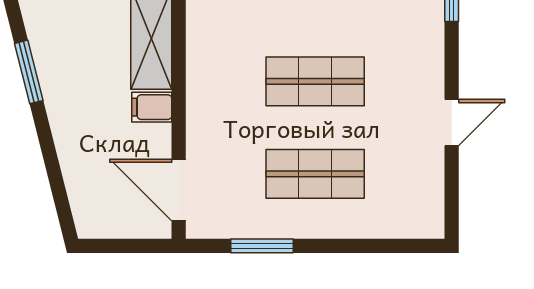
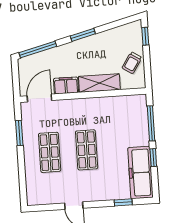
filing cabinet: (152, 107) -> (66, 85), width x2.00
window: (58, 186) -> (38, 50), added

